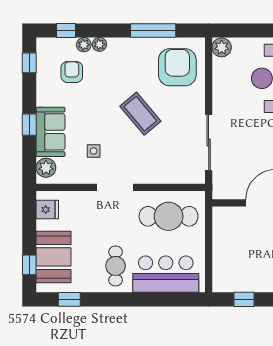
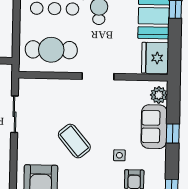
sliding door: (209, 143) -> (14, 114), width x0.73
side table: (94, 151) -> (119, 155), moved
fridge: (47, 210) -> (155, 58), width x1.88, depth x1.34

